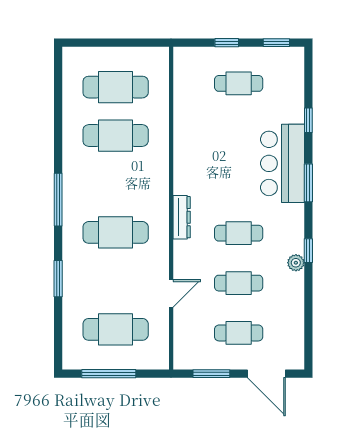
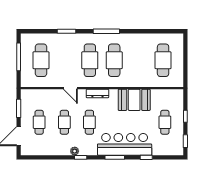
cafe table: (116, 136) -> (114, 60), moved
booth: (194, 144) -> (134, 100), added
bar counter: (282, 163) -> (125, 144), width x1.36
door: (171, 293) -> (70, 88), moved

